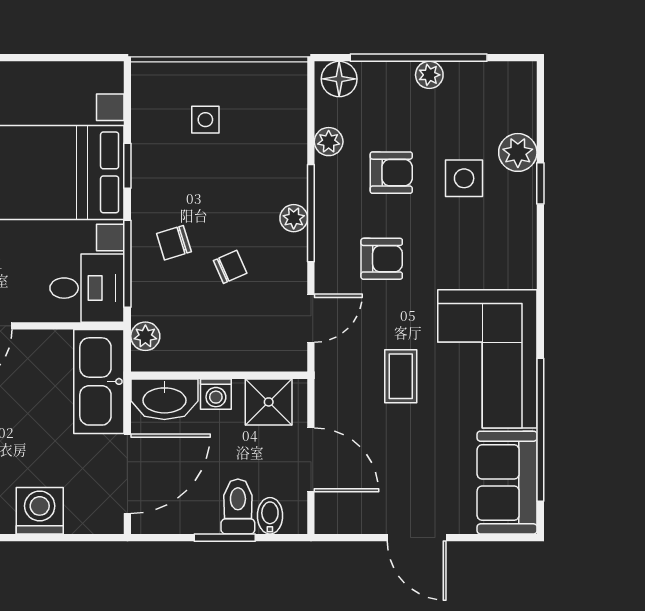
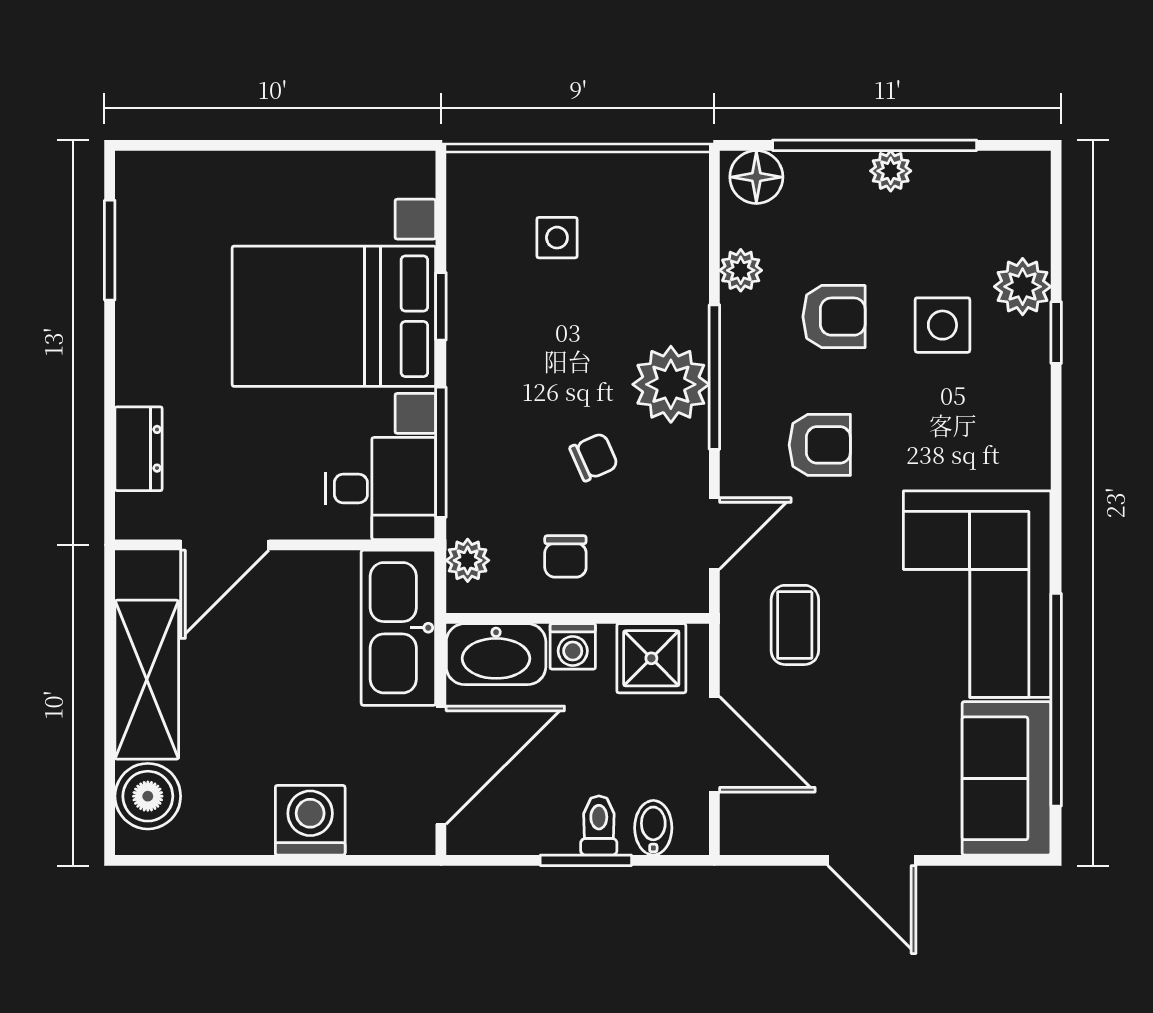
plant: (294, 218) -> (671, 384), width x1.88, depth x1.88
chair: (174, 243) -> (565, 556), moved, turned -73
coffee table: (401, 376) -> (795, 625), moved
toilet: (238, 506) -> (599, 825), width x0.73, depth x0.72

